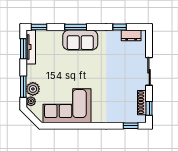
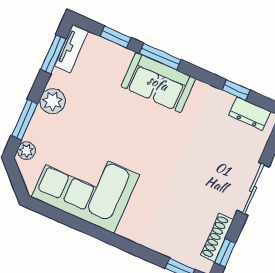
window: (39, 27) -> (116, 37), moved
tv unit: (31, 47) -> (71, 48), width x0.71
plant: (33, 89) -> (53, 101), moved

